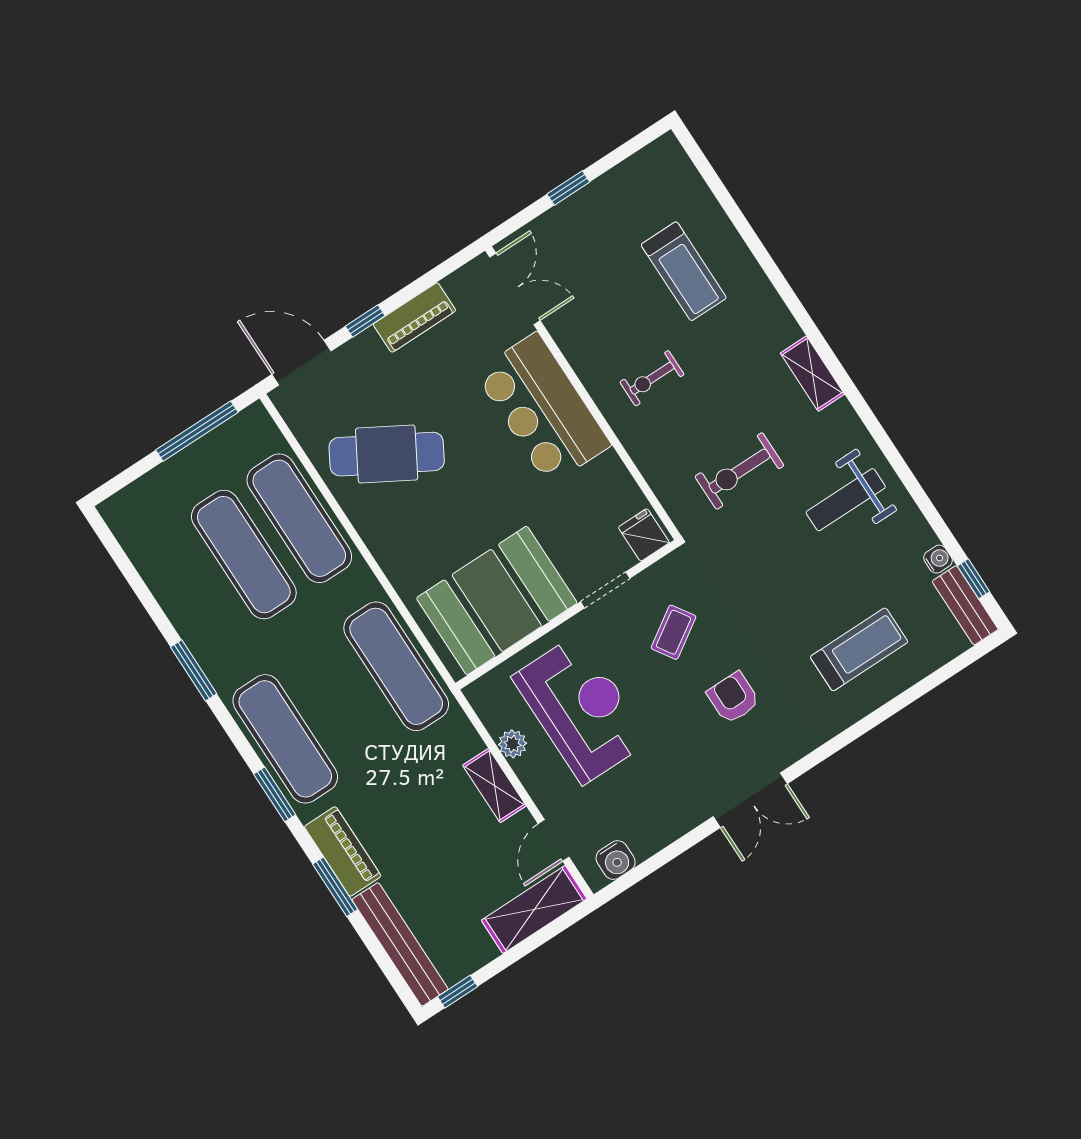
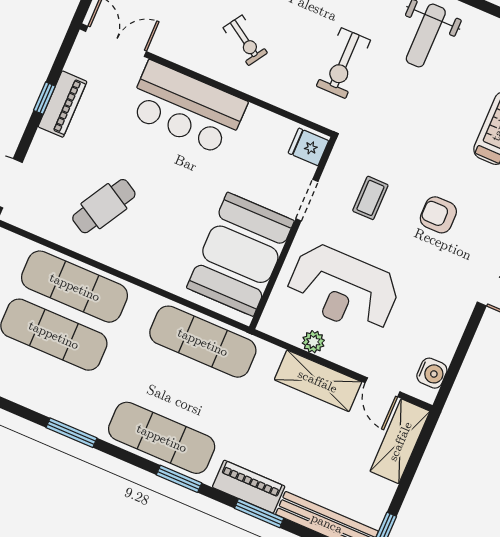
window: (365, 321) -> (44, 98), moved
exercise bike: (652, 378) -> (245, 40), turned -57
cafe table: (387, 454) -> (104, 206), width x0.73, depth x0.74
coffee table: (673, 632) -> (370, 198), turned 33
reception desk: (581, 709) -> (343, 289), turned 180
shelving: (494, 786) -> (318, 381), width x1.50, depth x1.33

